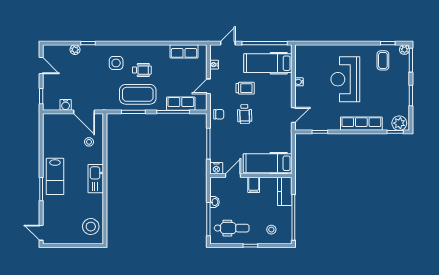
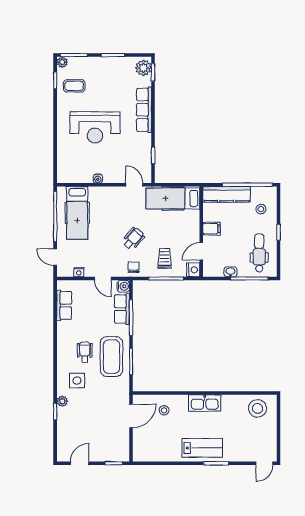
plant: (75, 50) -> (62, 401), moved
trolley: (245, 88) -> (165, 258), moved
water cooler: (66, 105) -> (123, 286), moved
wheelchair: (245, 114) -> (133, 239), turned -47
hospital bed: (268, 163) -> (173, 198), moved, turned 90
door: (233, 176) -> (201, 251), hinge flipped
kitchen counter: (285, 191) -> (227, 194), width x1.50

